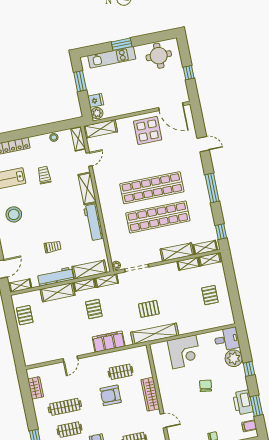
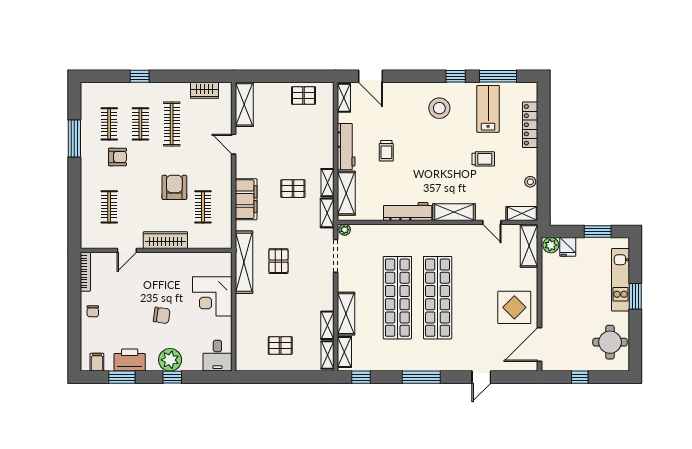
shelving: (58, 292) -> (244, 104), moved
plant: (234, 358) -> (170, 360), moved

